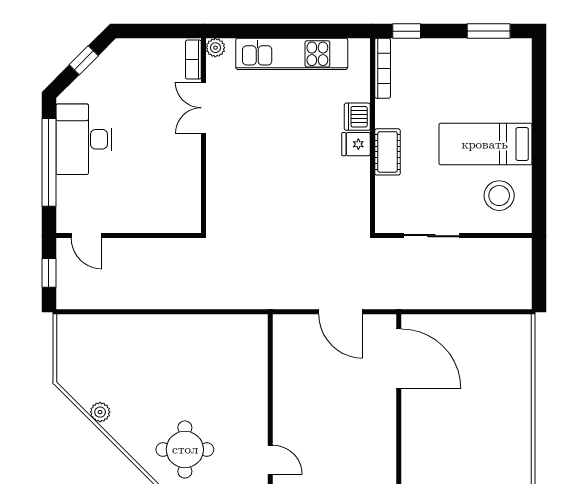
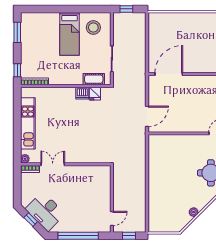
double door: (204, 108) -> (53, 164), swing flipped
dishwasher: (357, 117) -> (82, 93), moved
desk: (84, 139) -> (45, 211), moved, turned 45
fridge: (356, 144) -> (95, 94), moved
cot: (387, 152) -> (94, 79), moved
window: (539, 267) -> (126, 9), added
door: (341, 312) -> (147, 116), moved

